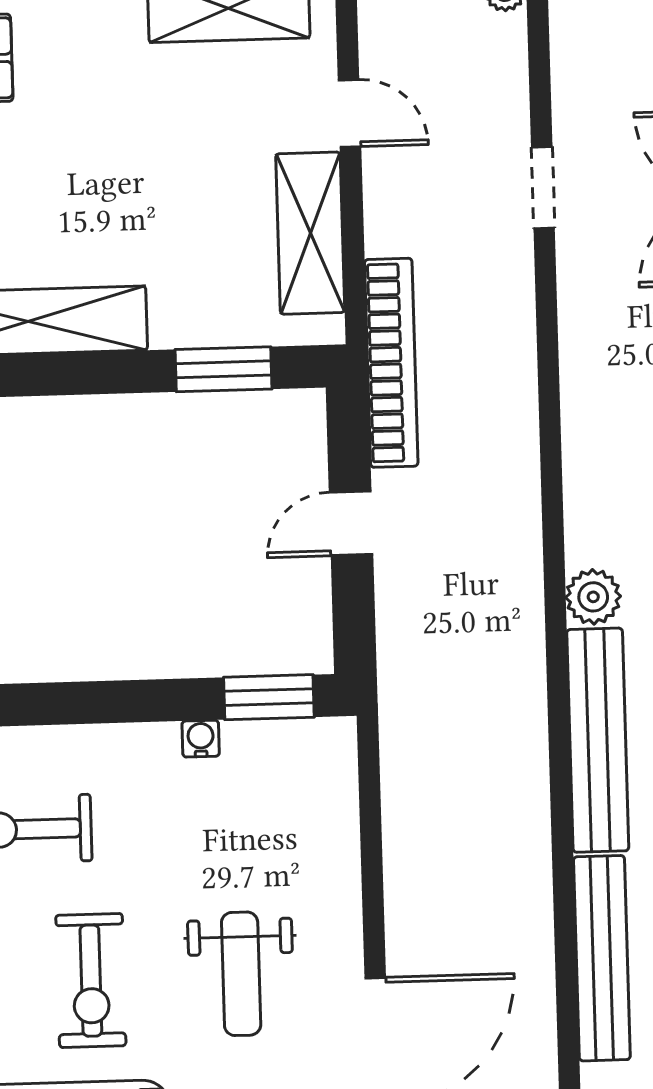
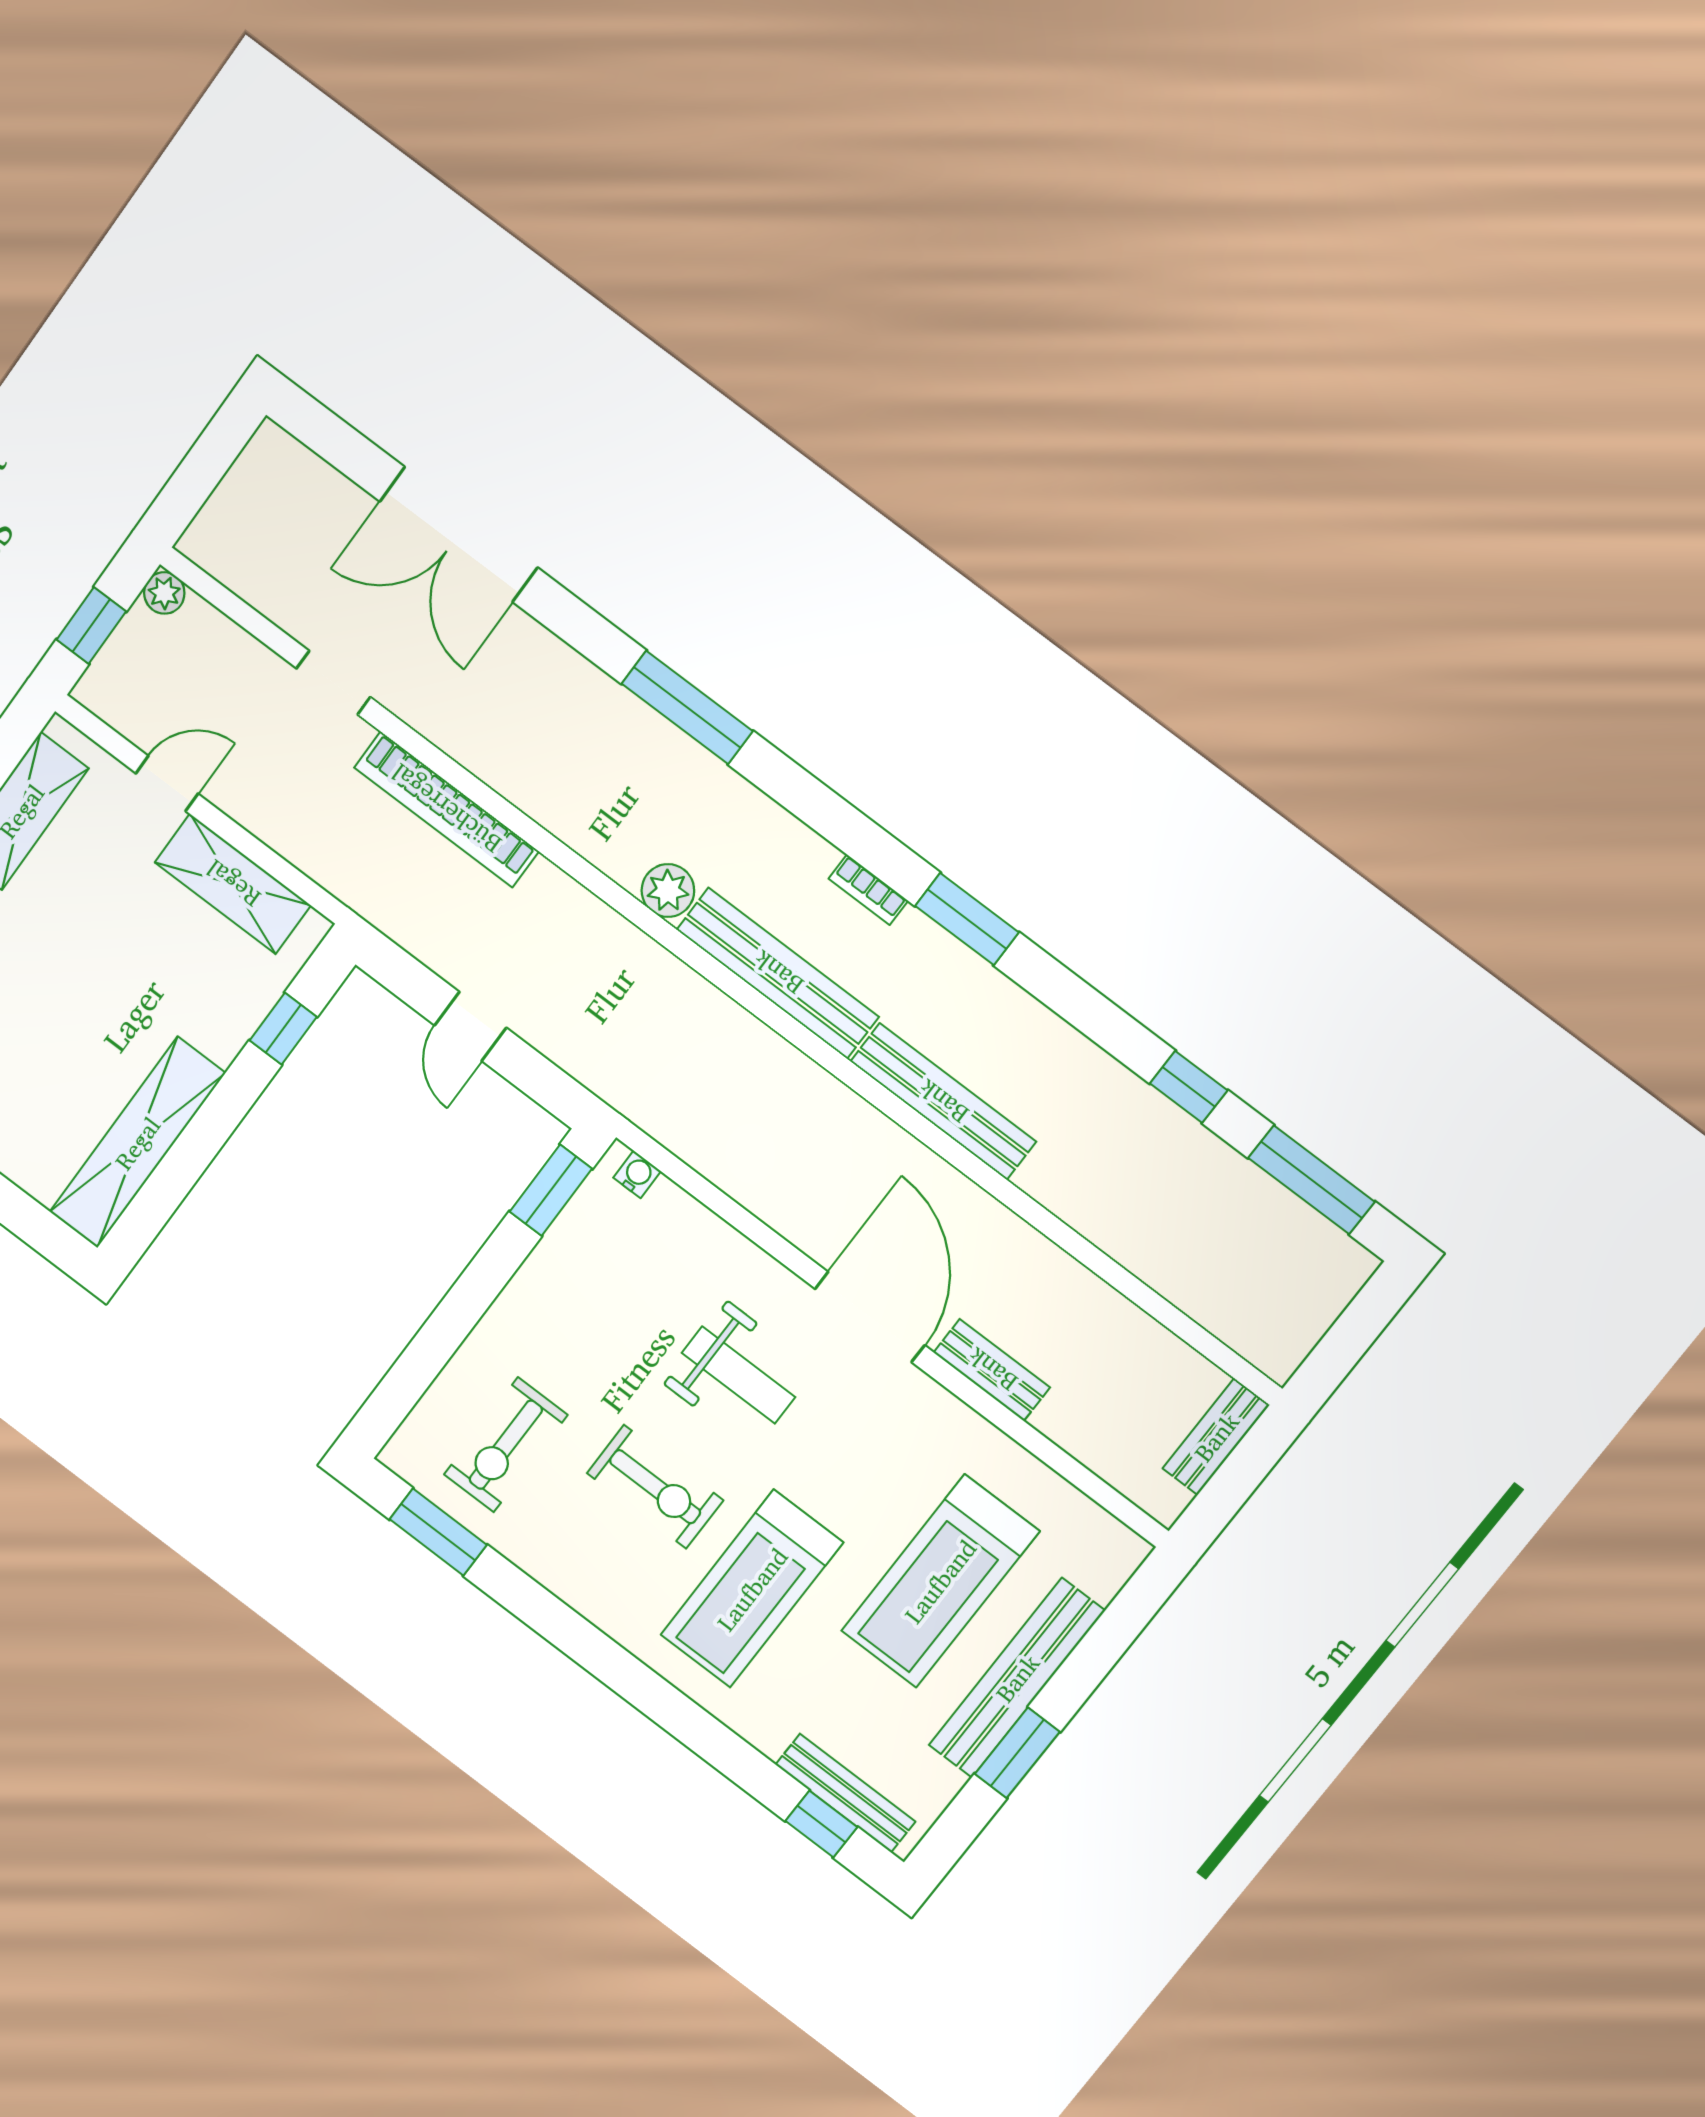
bookcase: (391, 363) -> (446, 809), moved, turned 180
window: (223, 369) -> (283, 1029), width x0.67
water cooler: (201, 739) -> (637, 1174), moved, turned 90

